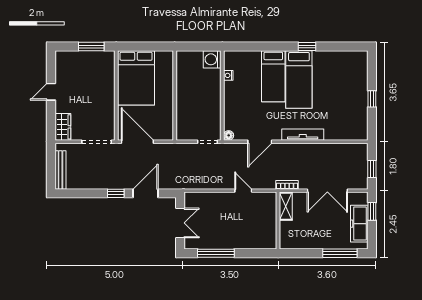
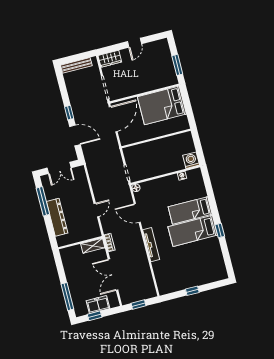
door: (51, 92) -> (134, 43), swing flipped
window: (372, 211) -> (95, 316), moved
freezer: (359, 224) -> (98, 305), width x0.71
dresser: (240, 241) -> (57, 217), added

